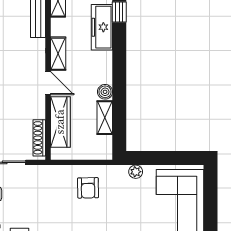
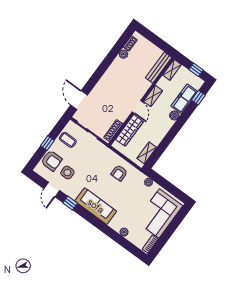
boiler: (105, 92) -> (174, 116), moved
shelving: (105, 118) -> (147, 153), moved

